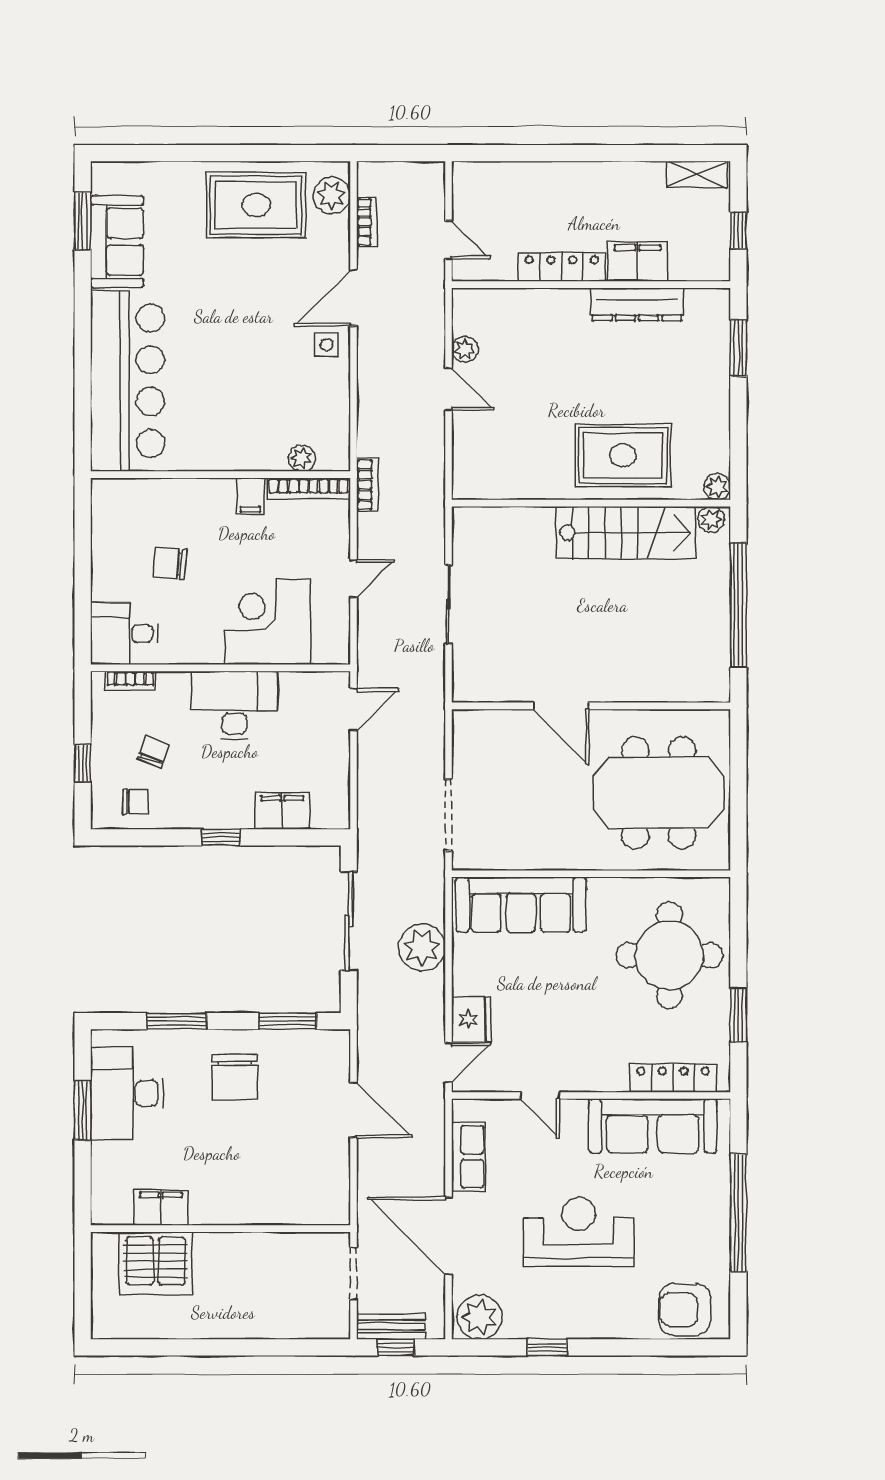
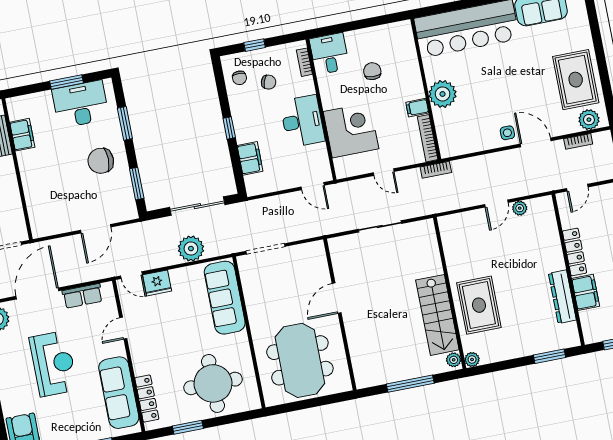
plant: (302, 458) -> (443, 94), moved, width x1.87, depth x1.87
window: (738, 605) -> (410, 384), width x0.68

